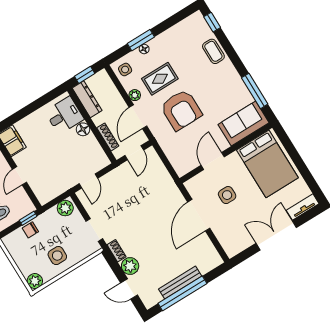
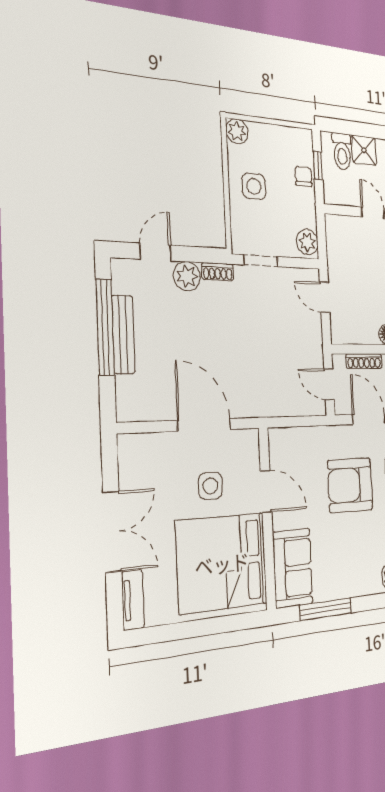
bed: (267, 164) -> (222, 563), width x1.36
window: (28, 218) -> (318, 166), moved

